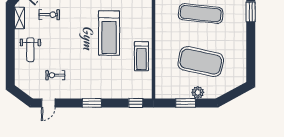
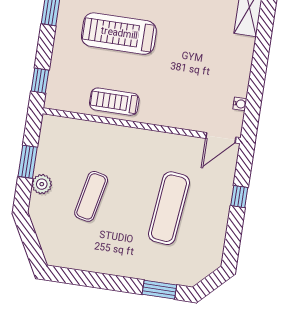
treadmill: (109, 33) -> (119, 34), moved
exercise mat: (201, 62) -> (91, 196), width x0.50, depth x0.69

